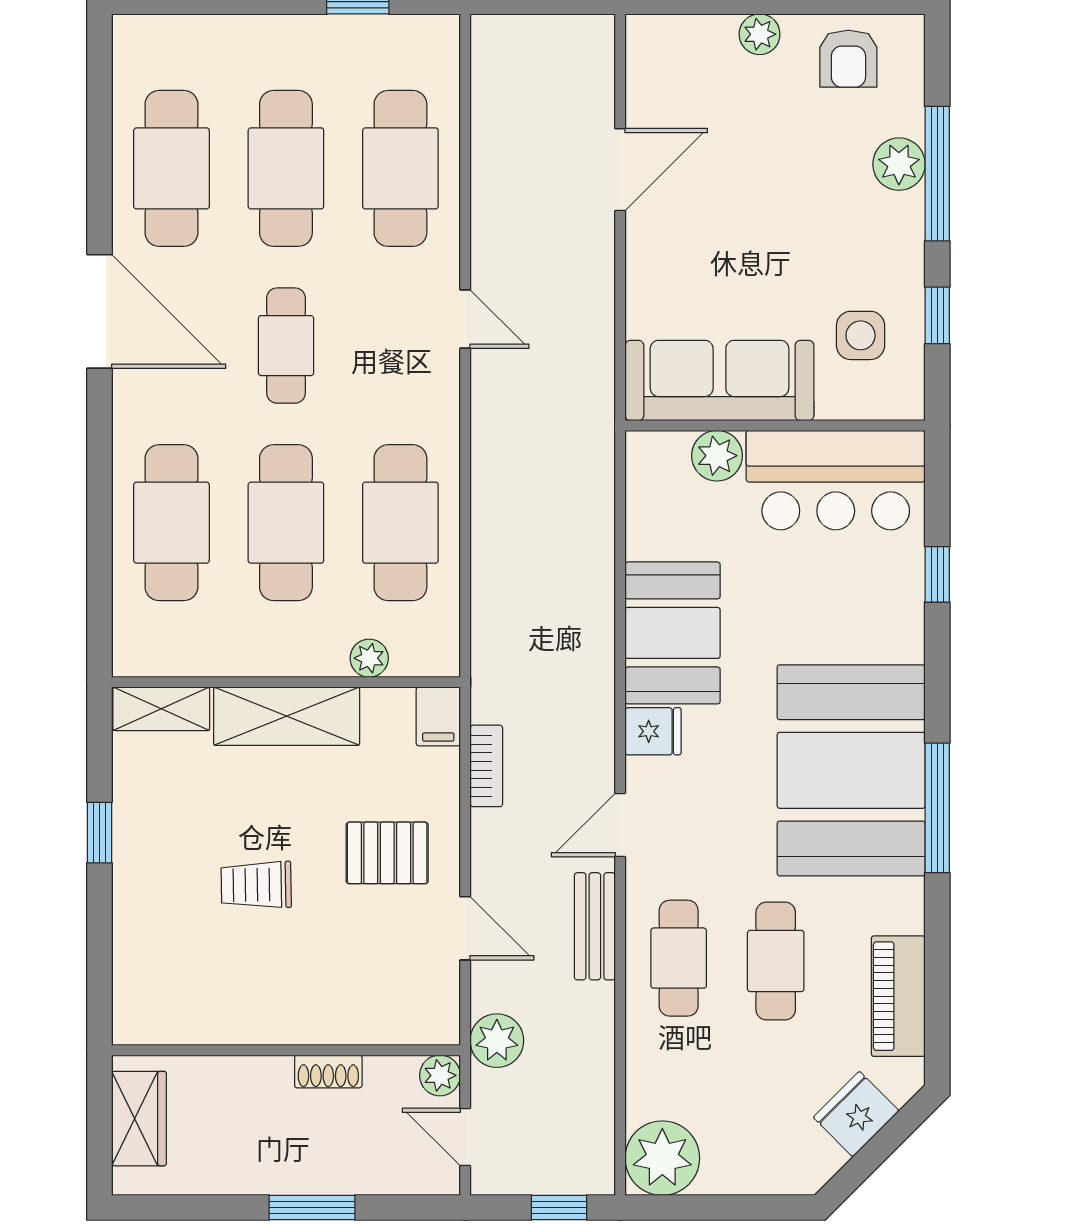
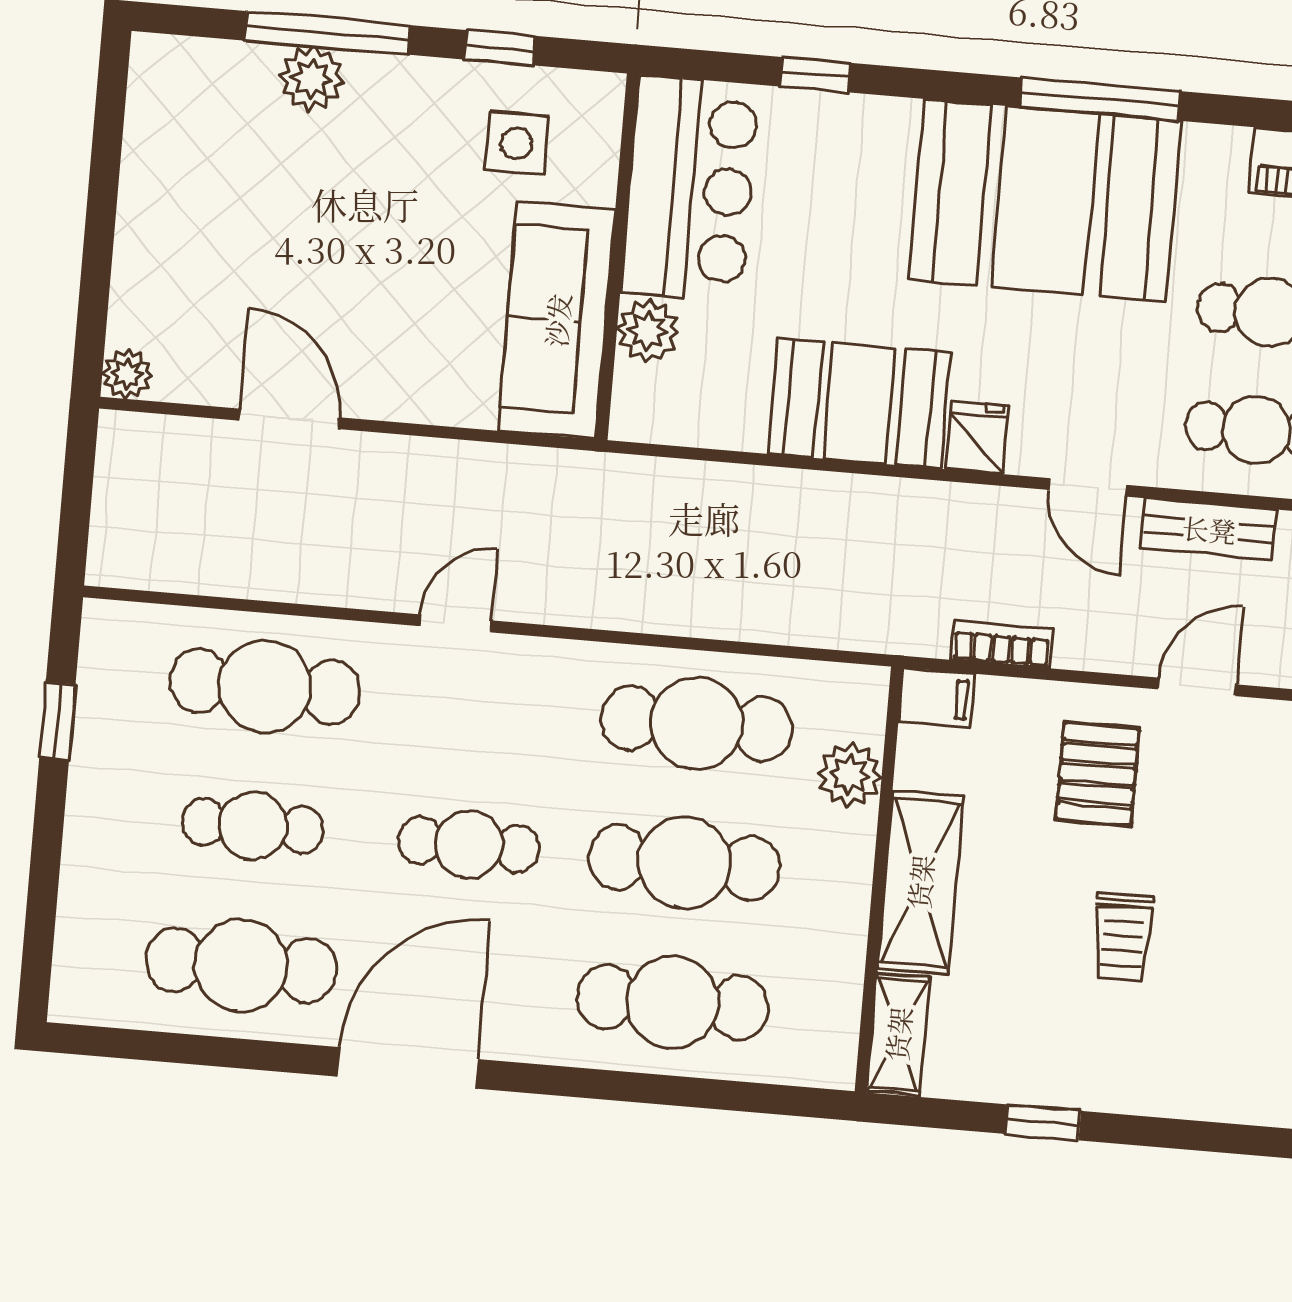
plant: (760, 34) -> (127, 374), moved
armchair: (848, 59) -> (178, 129), removed
cafe table: (286, 168) -> (253, 826), width x0.73, depth x0.74
plant: (369, 658) -> (850, 775), width x1.38, depth x1.38

